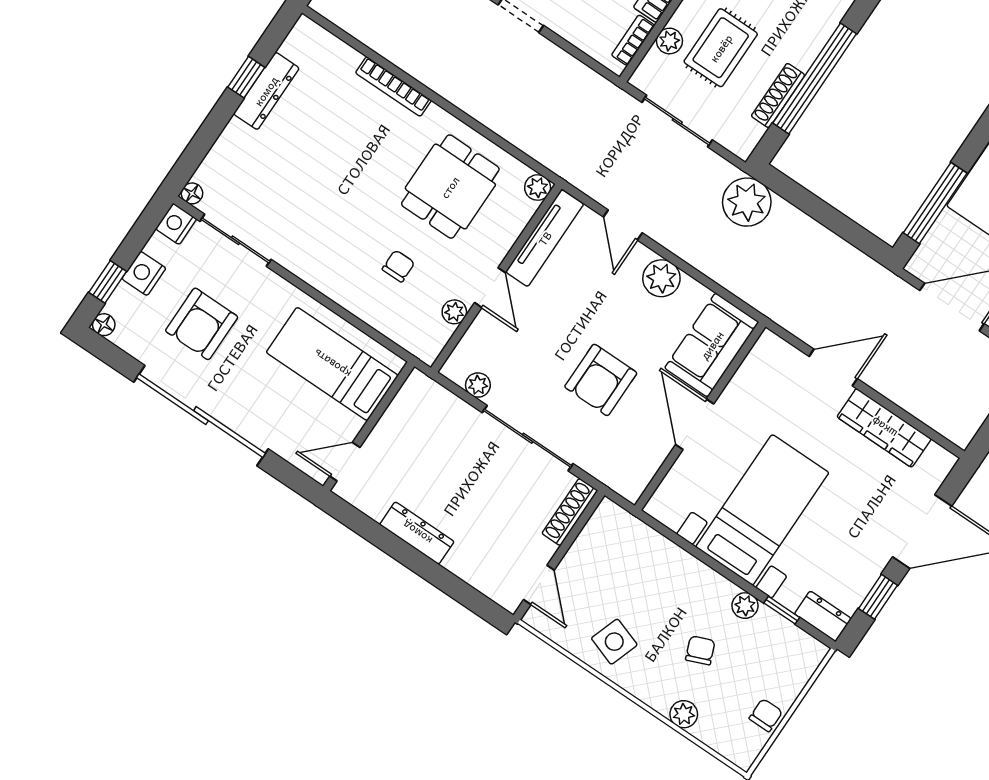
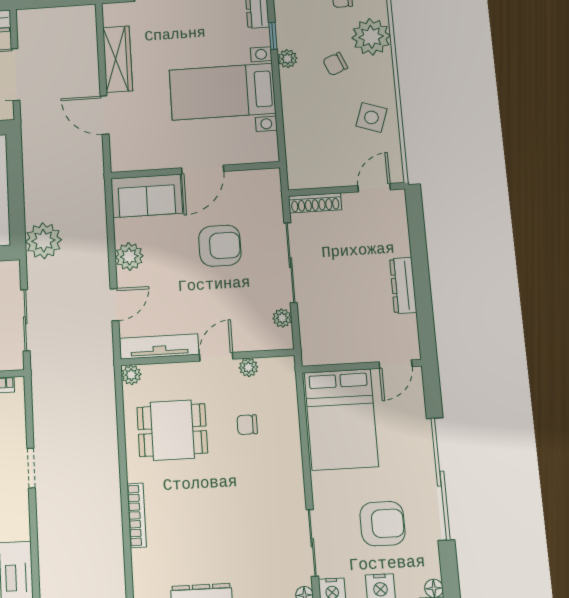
bed: (332, 364) -> (341, 419), width x1.50
door: (345, 462) -> (396, 364), hinge flipped
plant: (684, 714) -> (371, 37), width x1.88, depth x1.88

